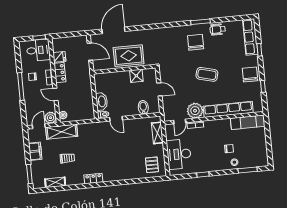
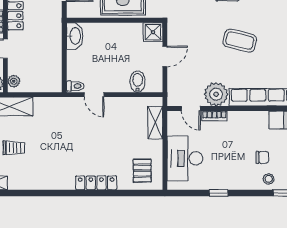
shower: (136, 76) -> (153, 32), moved
door: (159, 89) -> (165, 56), hinge flipped
washbasin: (102, 101) -> (75, 36), moved
door: (180, 122) -> (191, 109), hinge flipped
locker: (93, 179) -> (96, 183), moved, width x1.53

